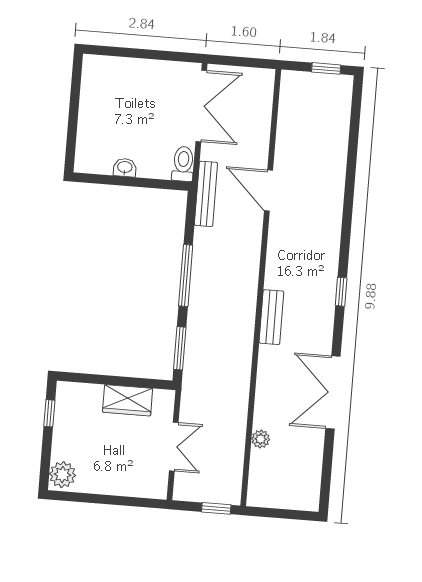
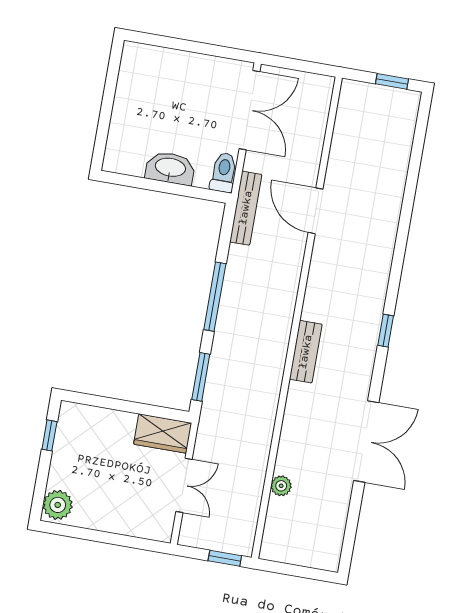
washbasin: (125, 168) -> (170, 168), width x1.91, depth x1.45
double door: (333, 392) -> (366, 442), swing flipped
wardrobe: (128, 400) -> (163, 434), moved

